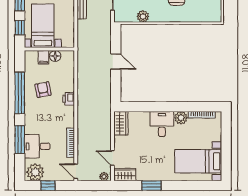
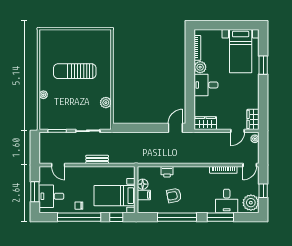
door: (116, 62) -> (175, 128), moved
printer: (69, 99) -> (167, 172), moved
window: (151, 186) -> (263, 65), moved

